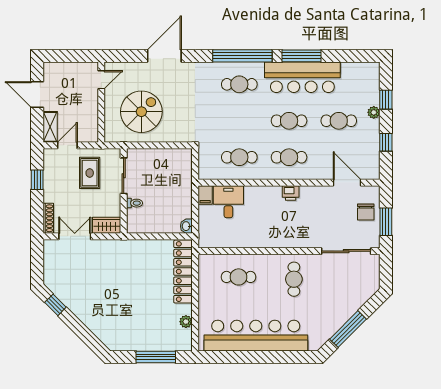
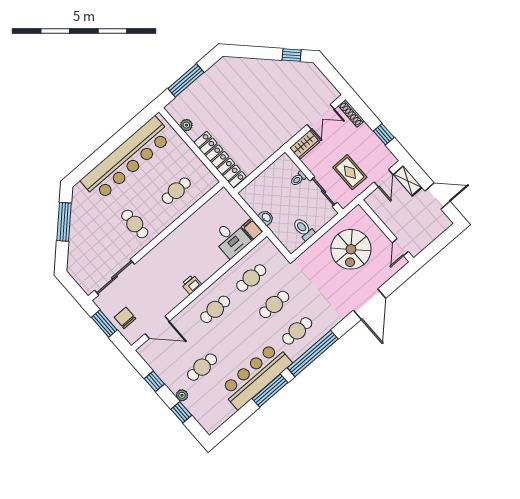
cafe table: (289, 121) -> (274, 304), moved
toilet: (165, 160) -> (304, 229), added
washbasin: (186, 226) -> (266, 217), moved

